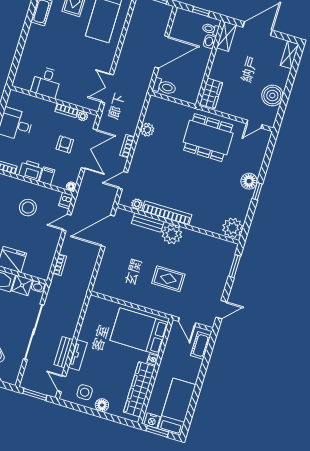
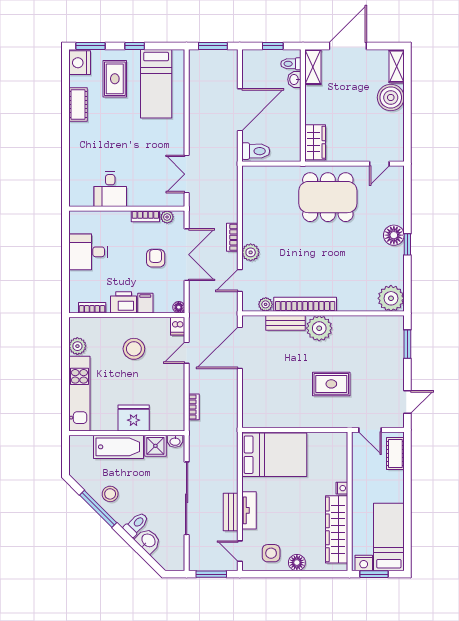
boiler: (272, 96) -> (391, 97), moved
plant: (147, 130) -> (251, 252), moved
bed: (139, 331) -> (274, 455), moved, turned 180

